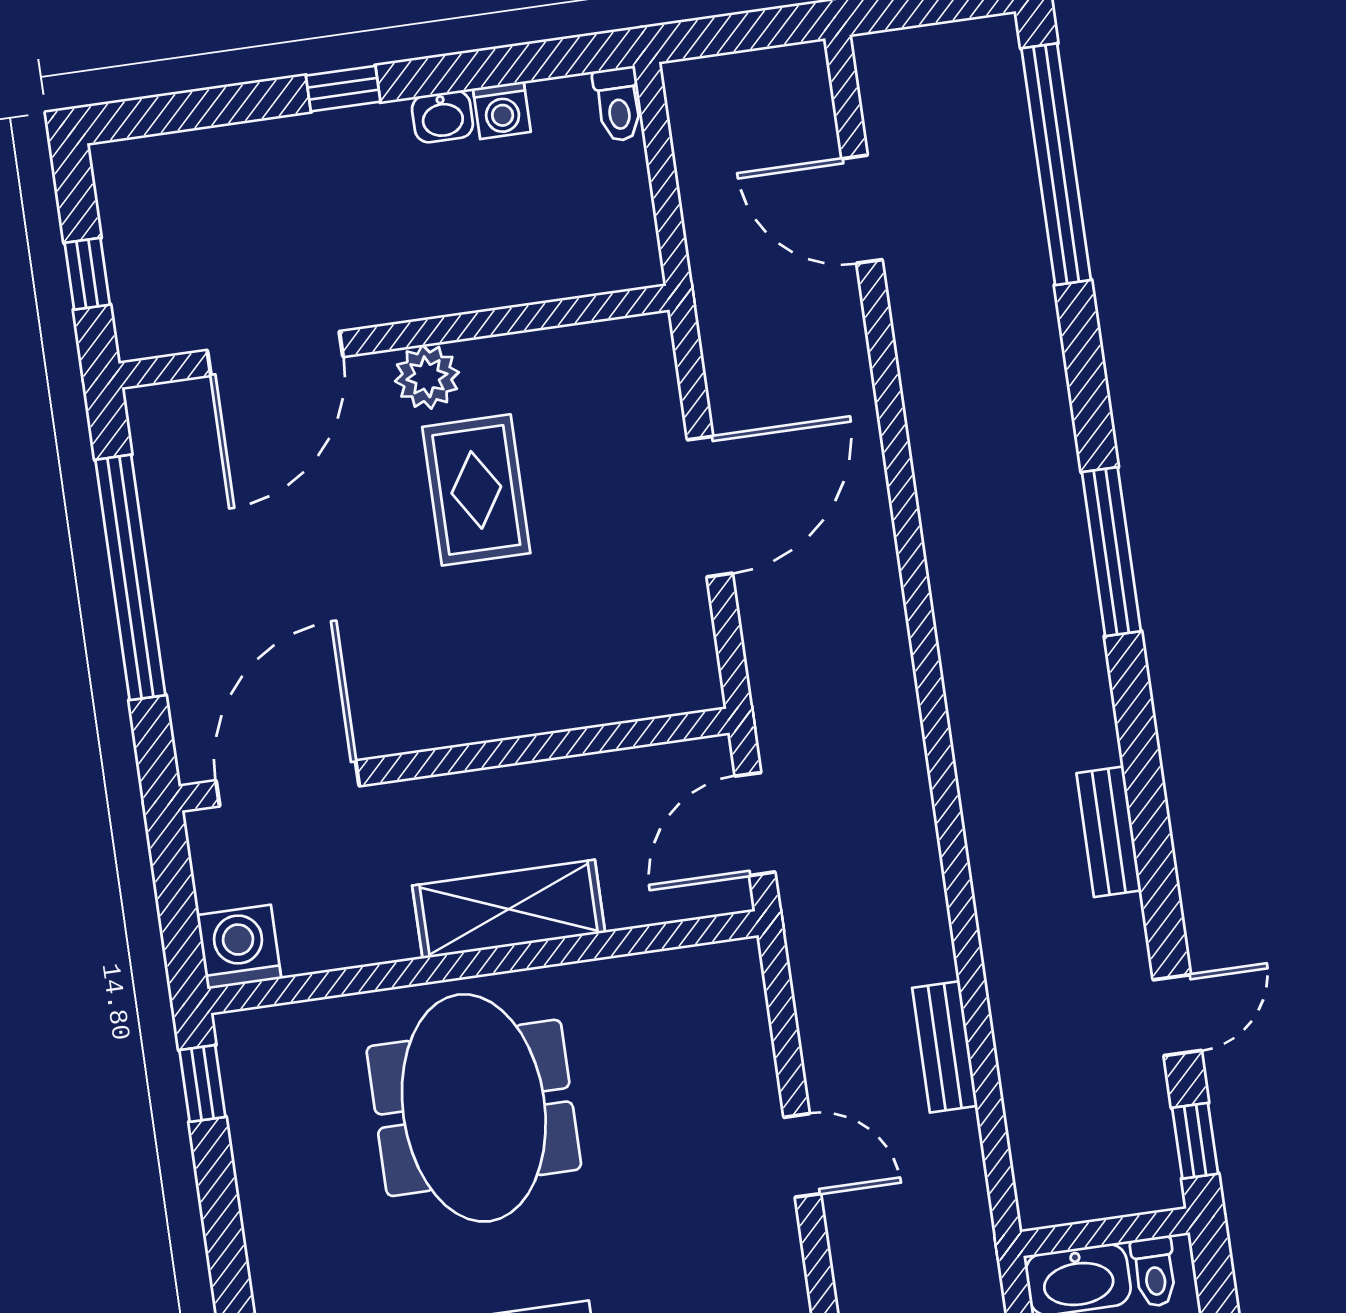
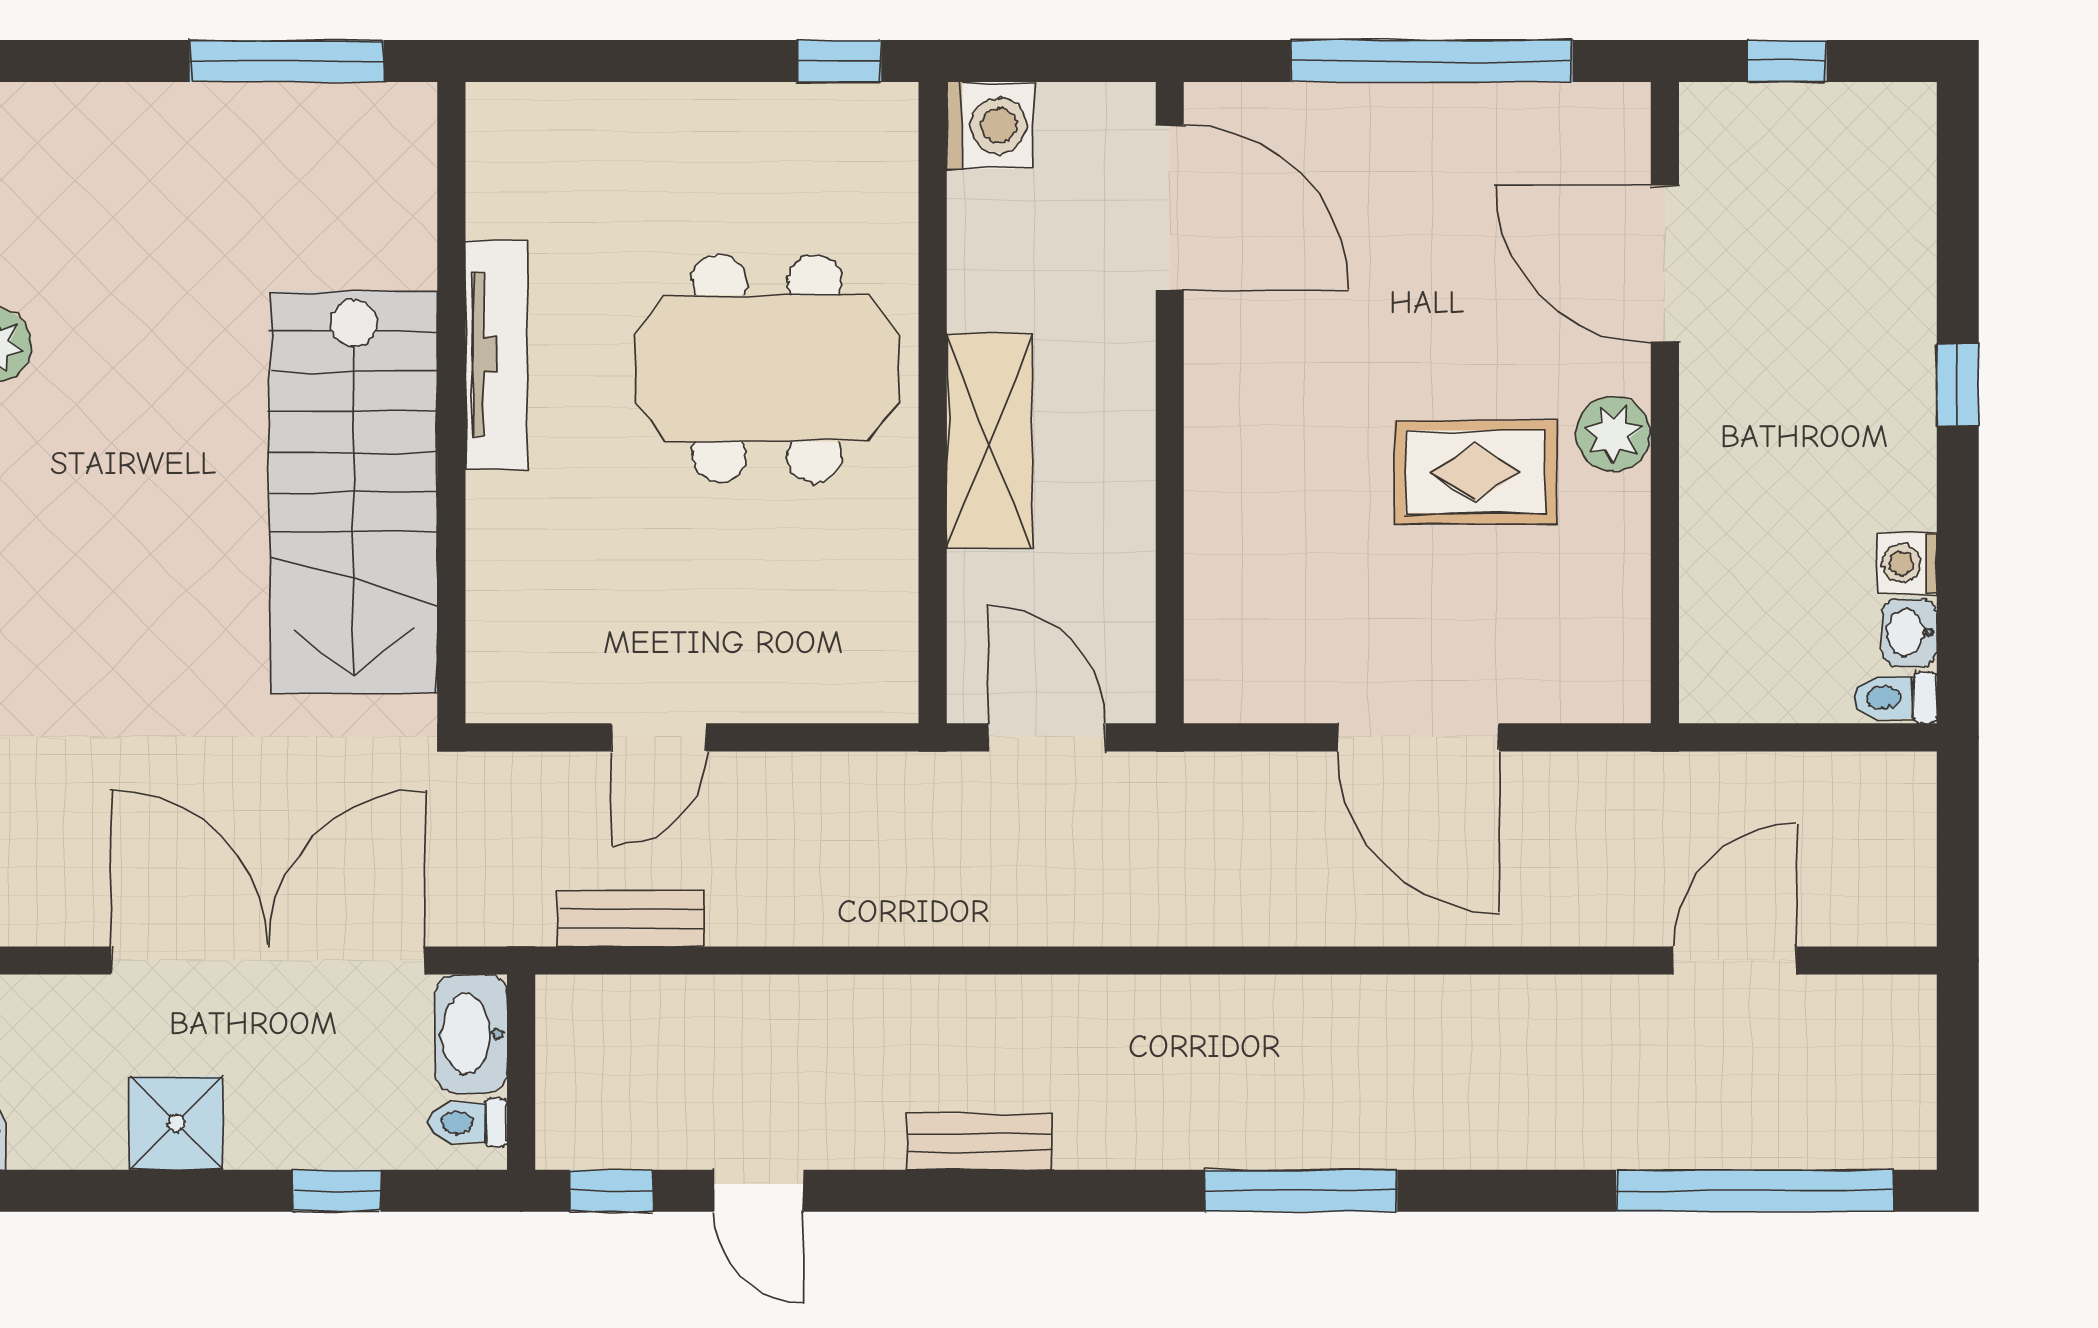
washbasin: (442, 117) -> (1909, 633), moved
bench: (945, 1047) -> (630, 919), moved

